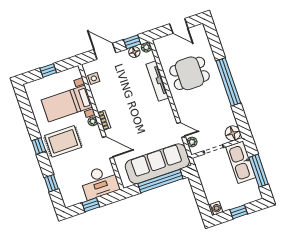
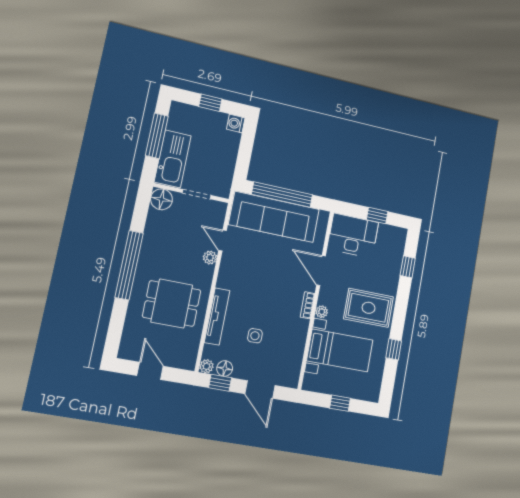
side table: (94, 78) -> (255, 336), moved
plant: (192, 142) -> (210, 258), moved
window: (39, 146) -> (394, 349), moved

